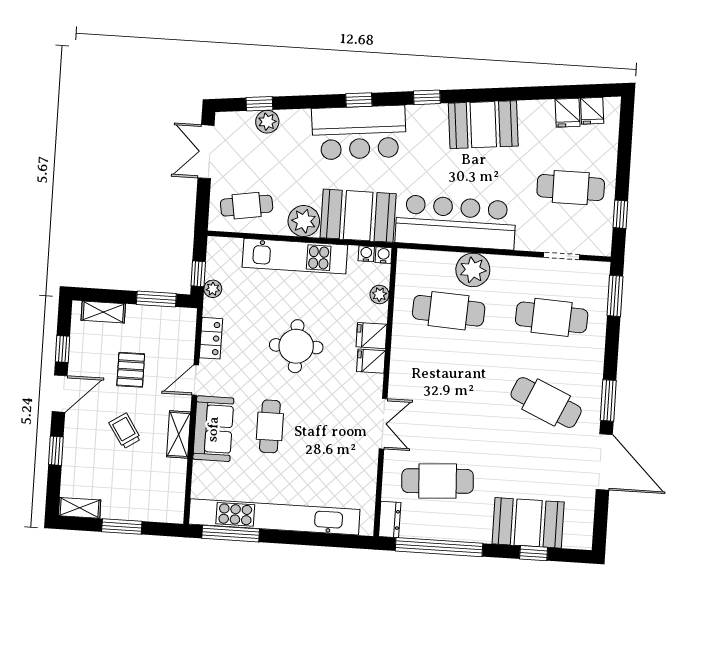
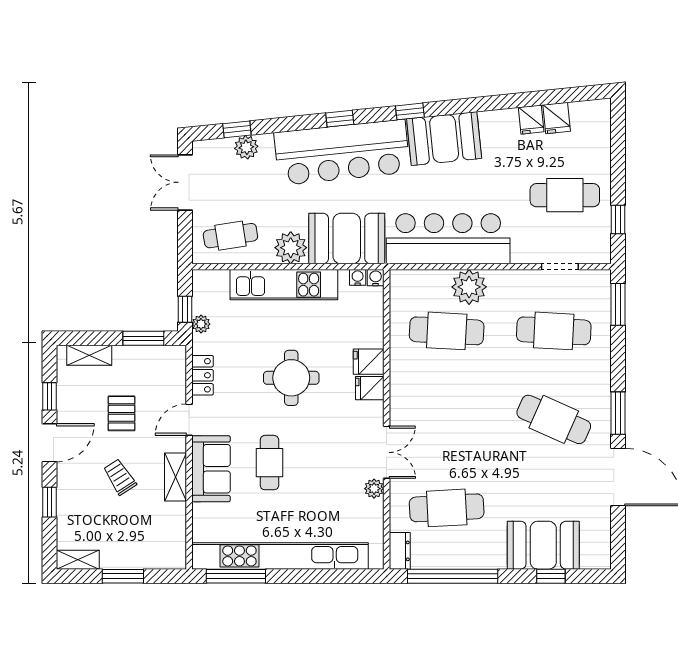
fridge: (592, 111) -> (531, 120), moved
booth: (483, 125) -> (444, 139), moved
bar counter: (359, 133) -> (342, 152), width x1.36
plant: (379, 295) -> (374, 489), moved

